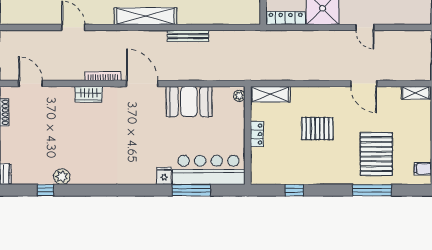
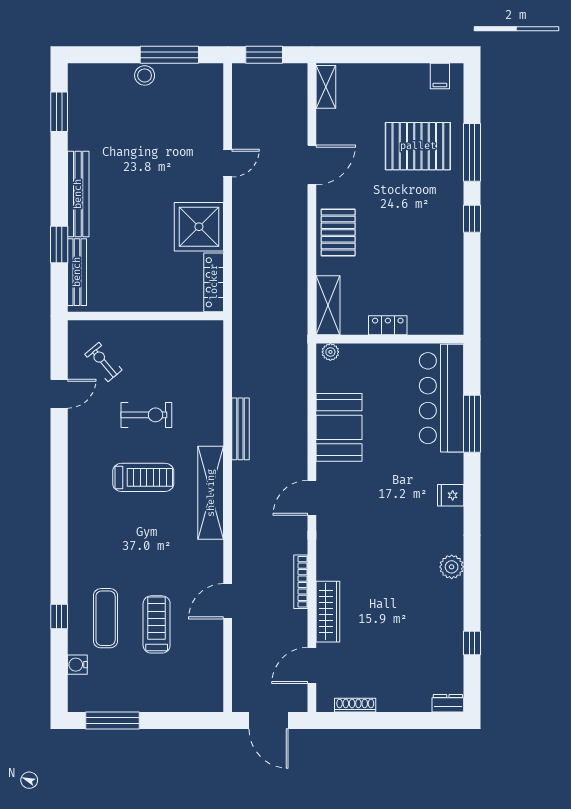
bookcase: (103, 76) -> (301, 582), moved
door: (142, 84) -> (312, 498), width x0.73
wardrobe: (89, 94) -> (328, 612), moved, width x1.50
pallet: (317, 129) -> (338, 233), moved
fridge: (164, 176) -> (451, 495), moved
plant: (62, 177) -> (452, 567), moved
window: (294, 190) -> (472, 219), moved

